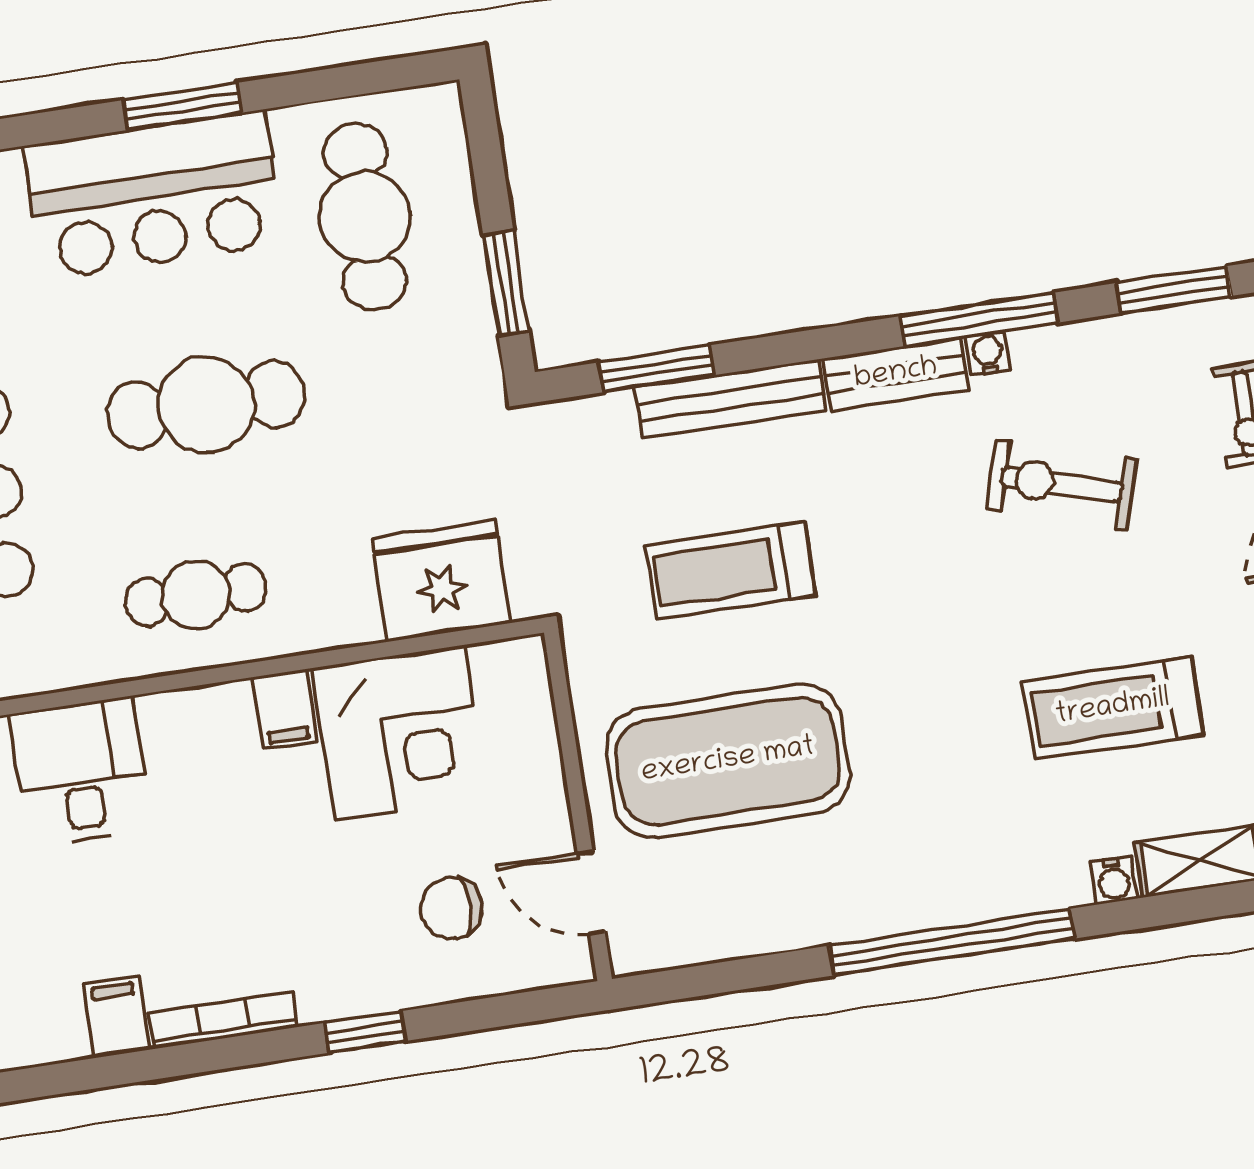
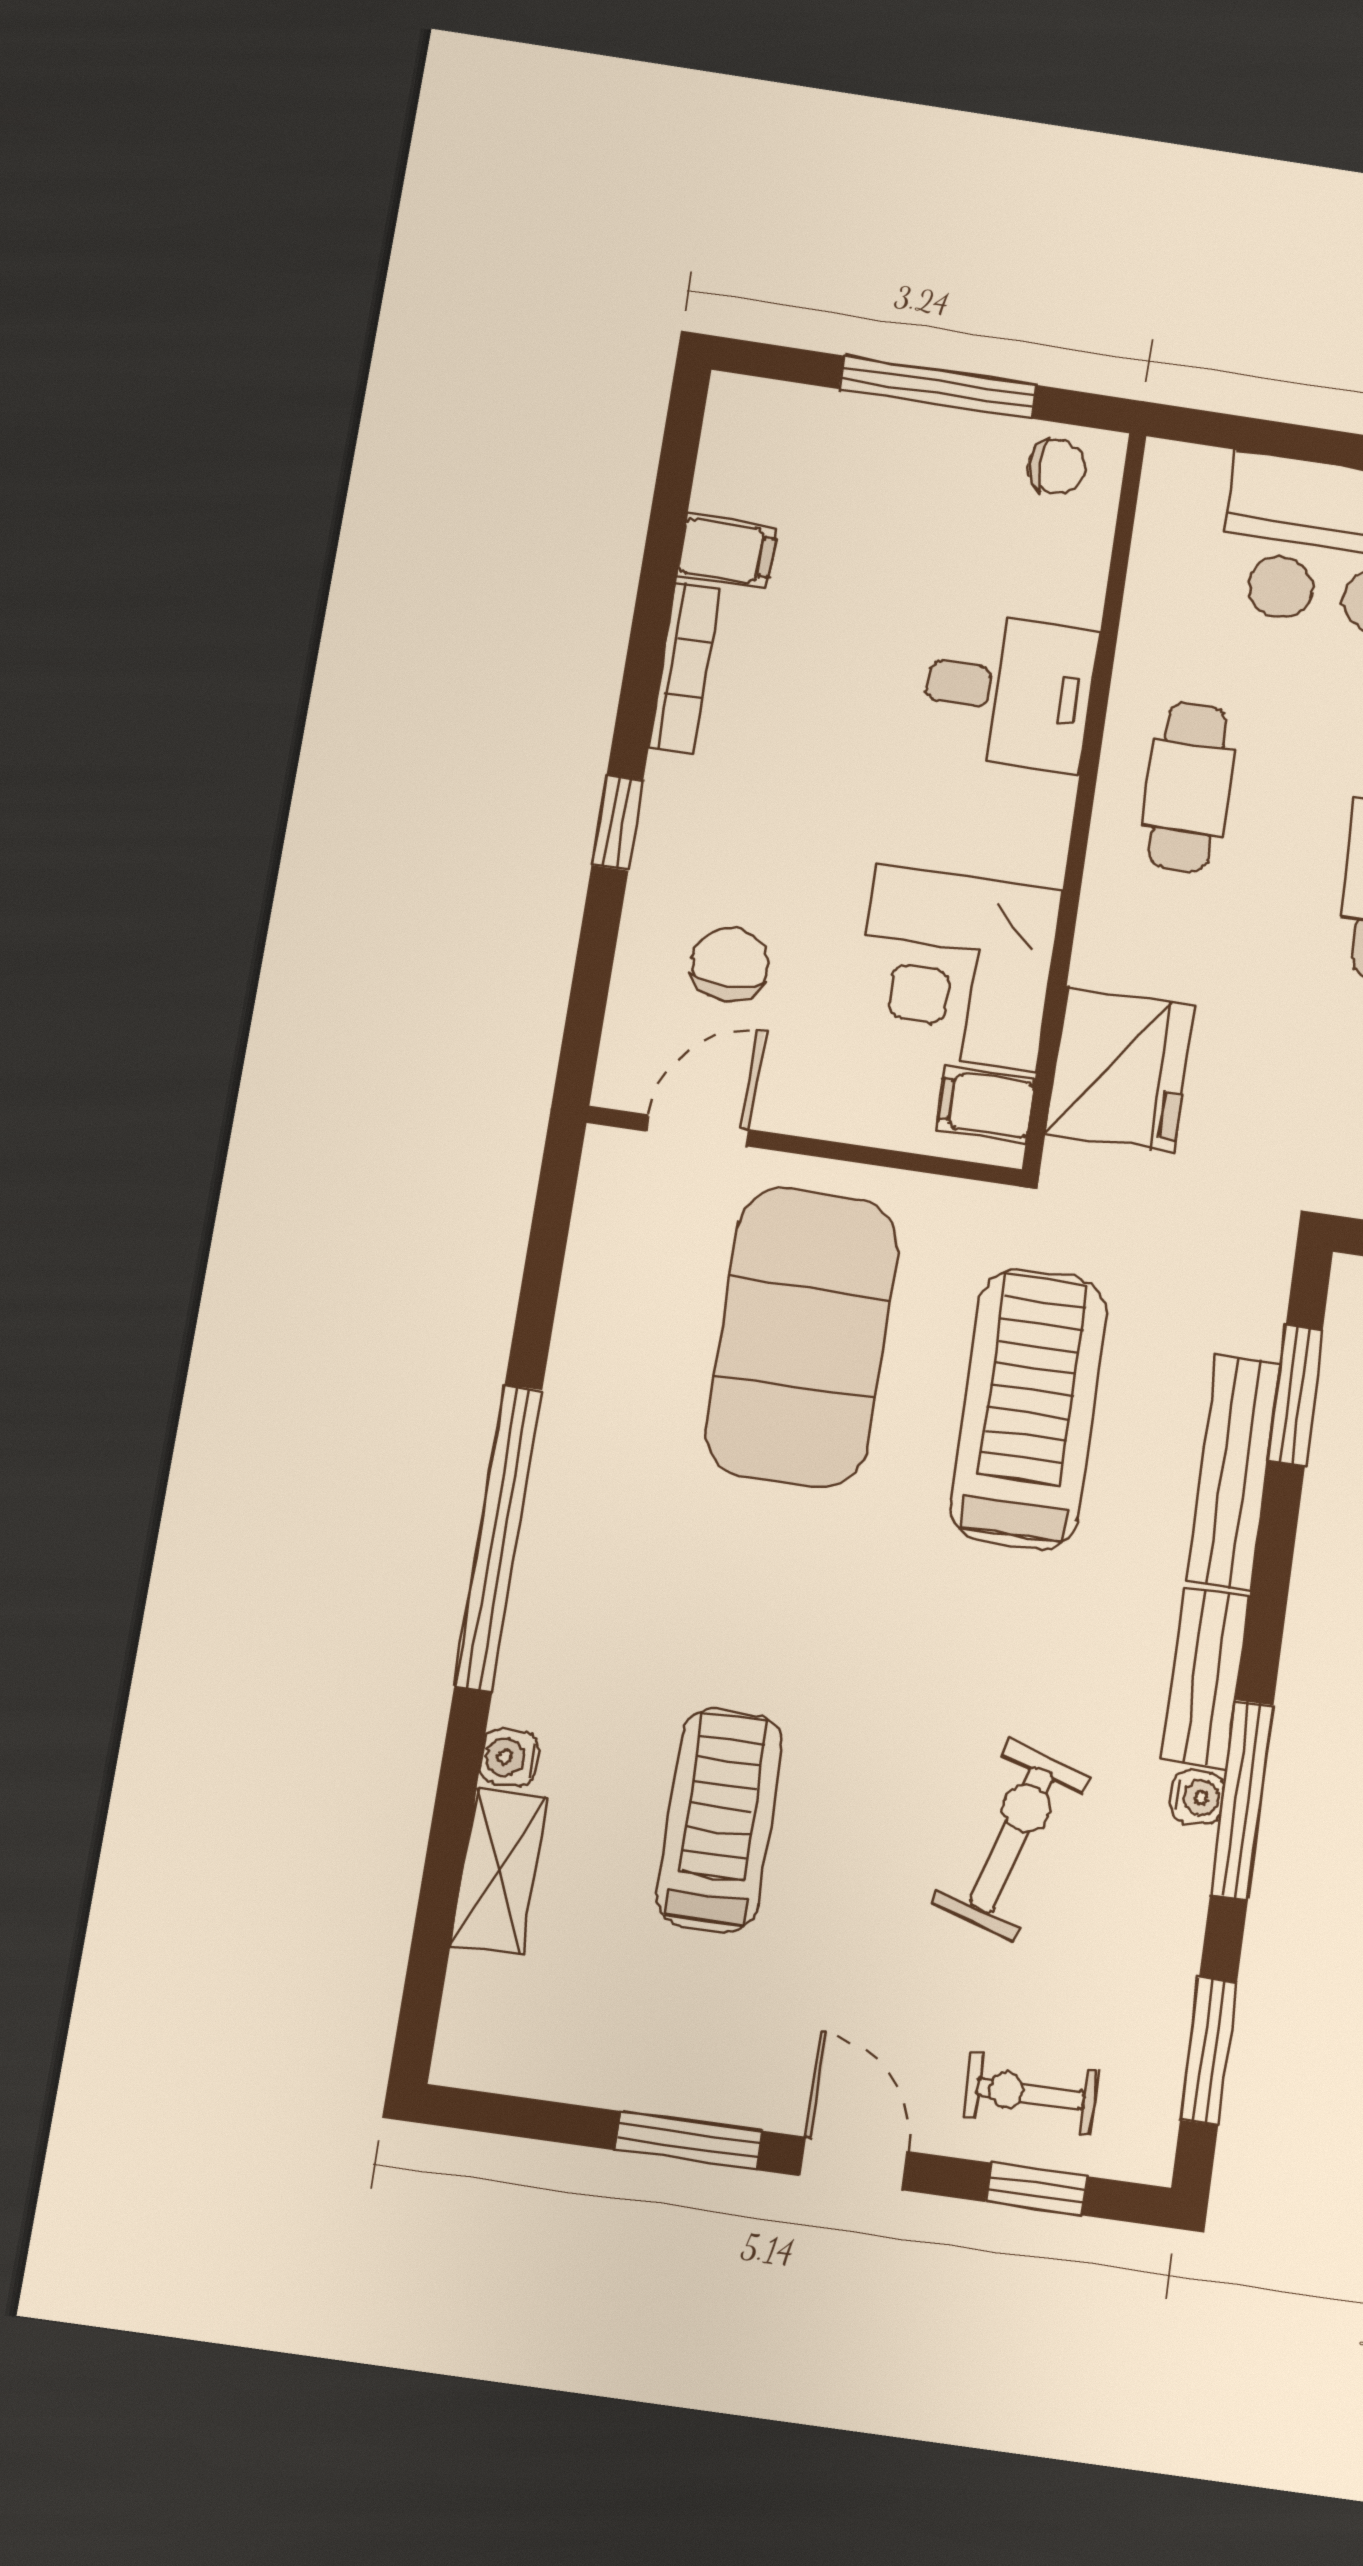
treadmill: (730, 570) -> (1029, 1409), width x1.37, depth x1.38
filing cabinet: (285, 709) -> (985, 1105), moved
desk: (80, 772) -> (1009, 691), moved

